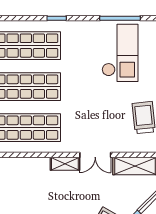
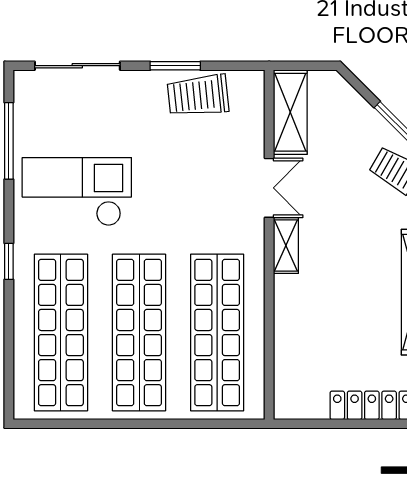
checkout: (120, 53) -> (77, 192), moved

